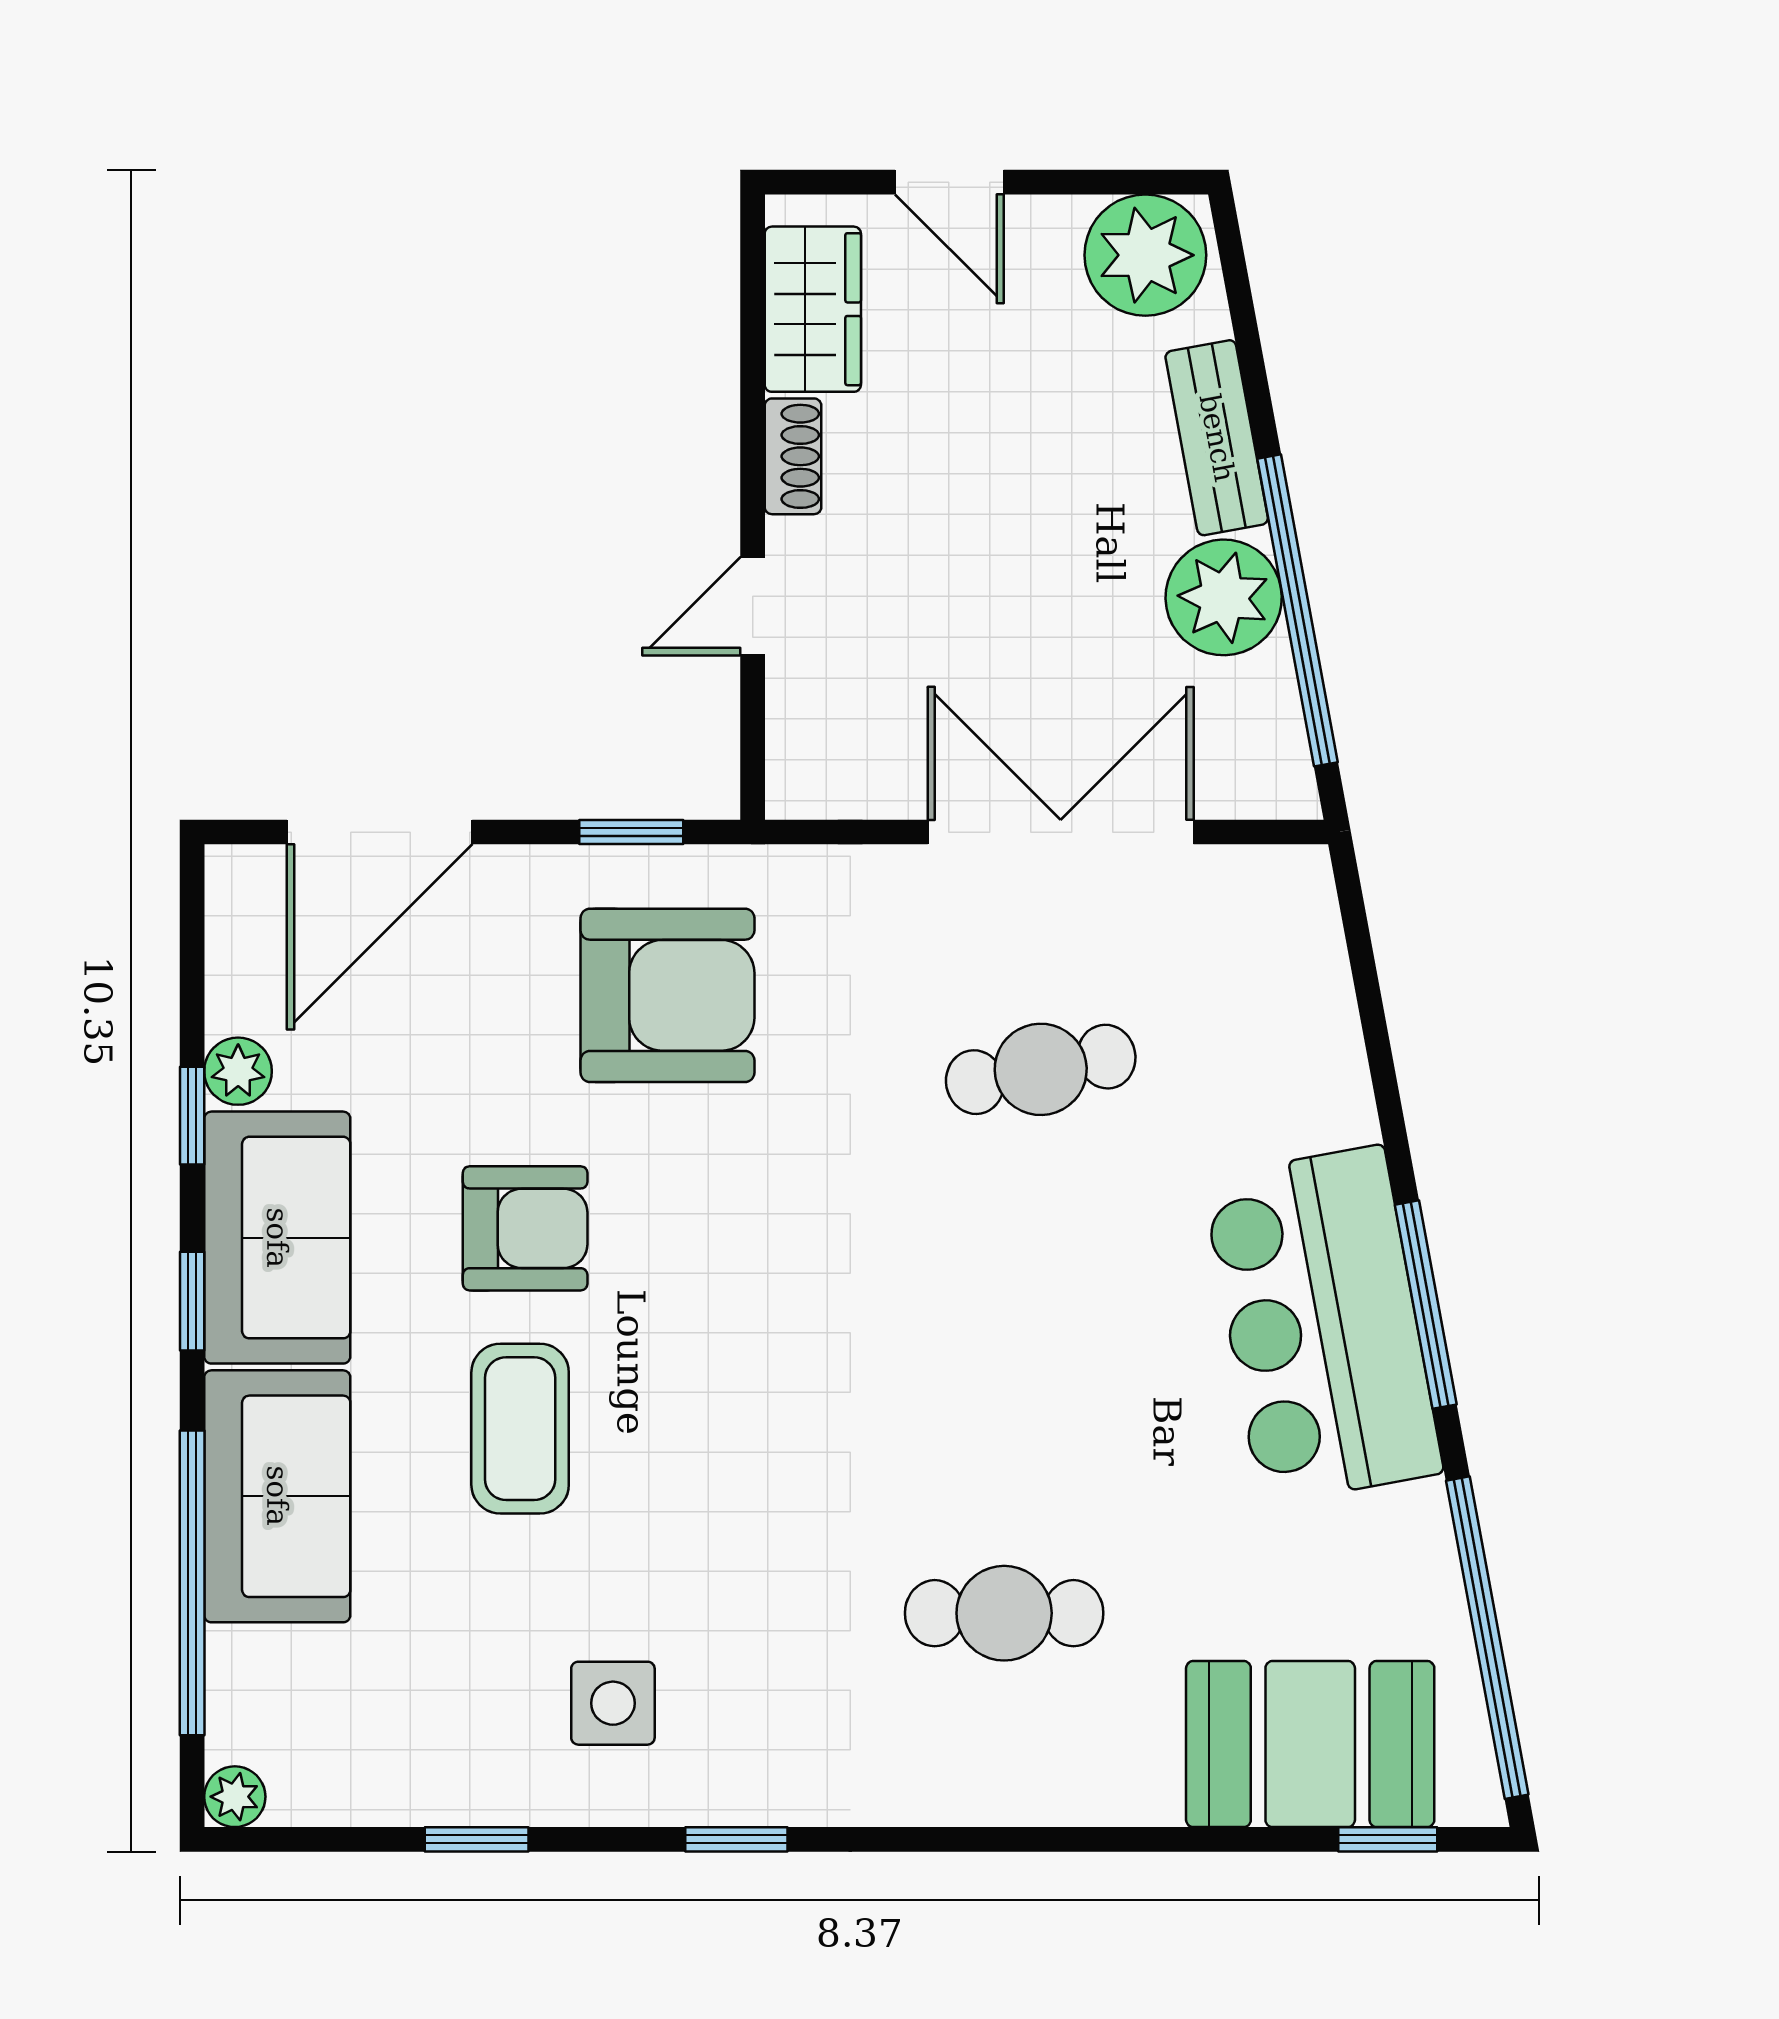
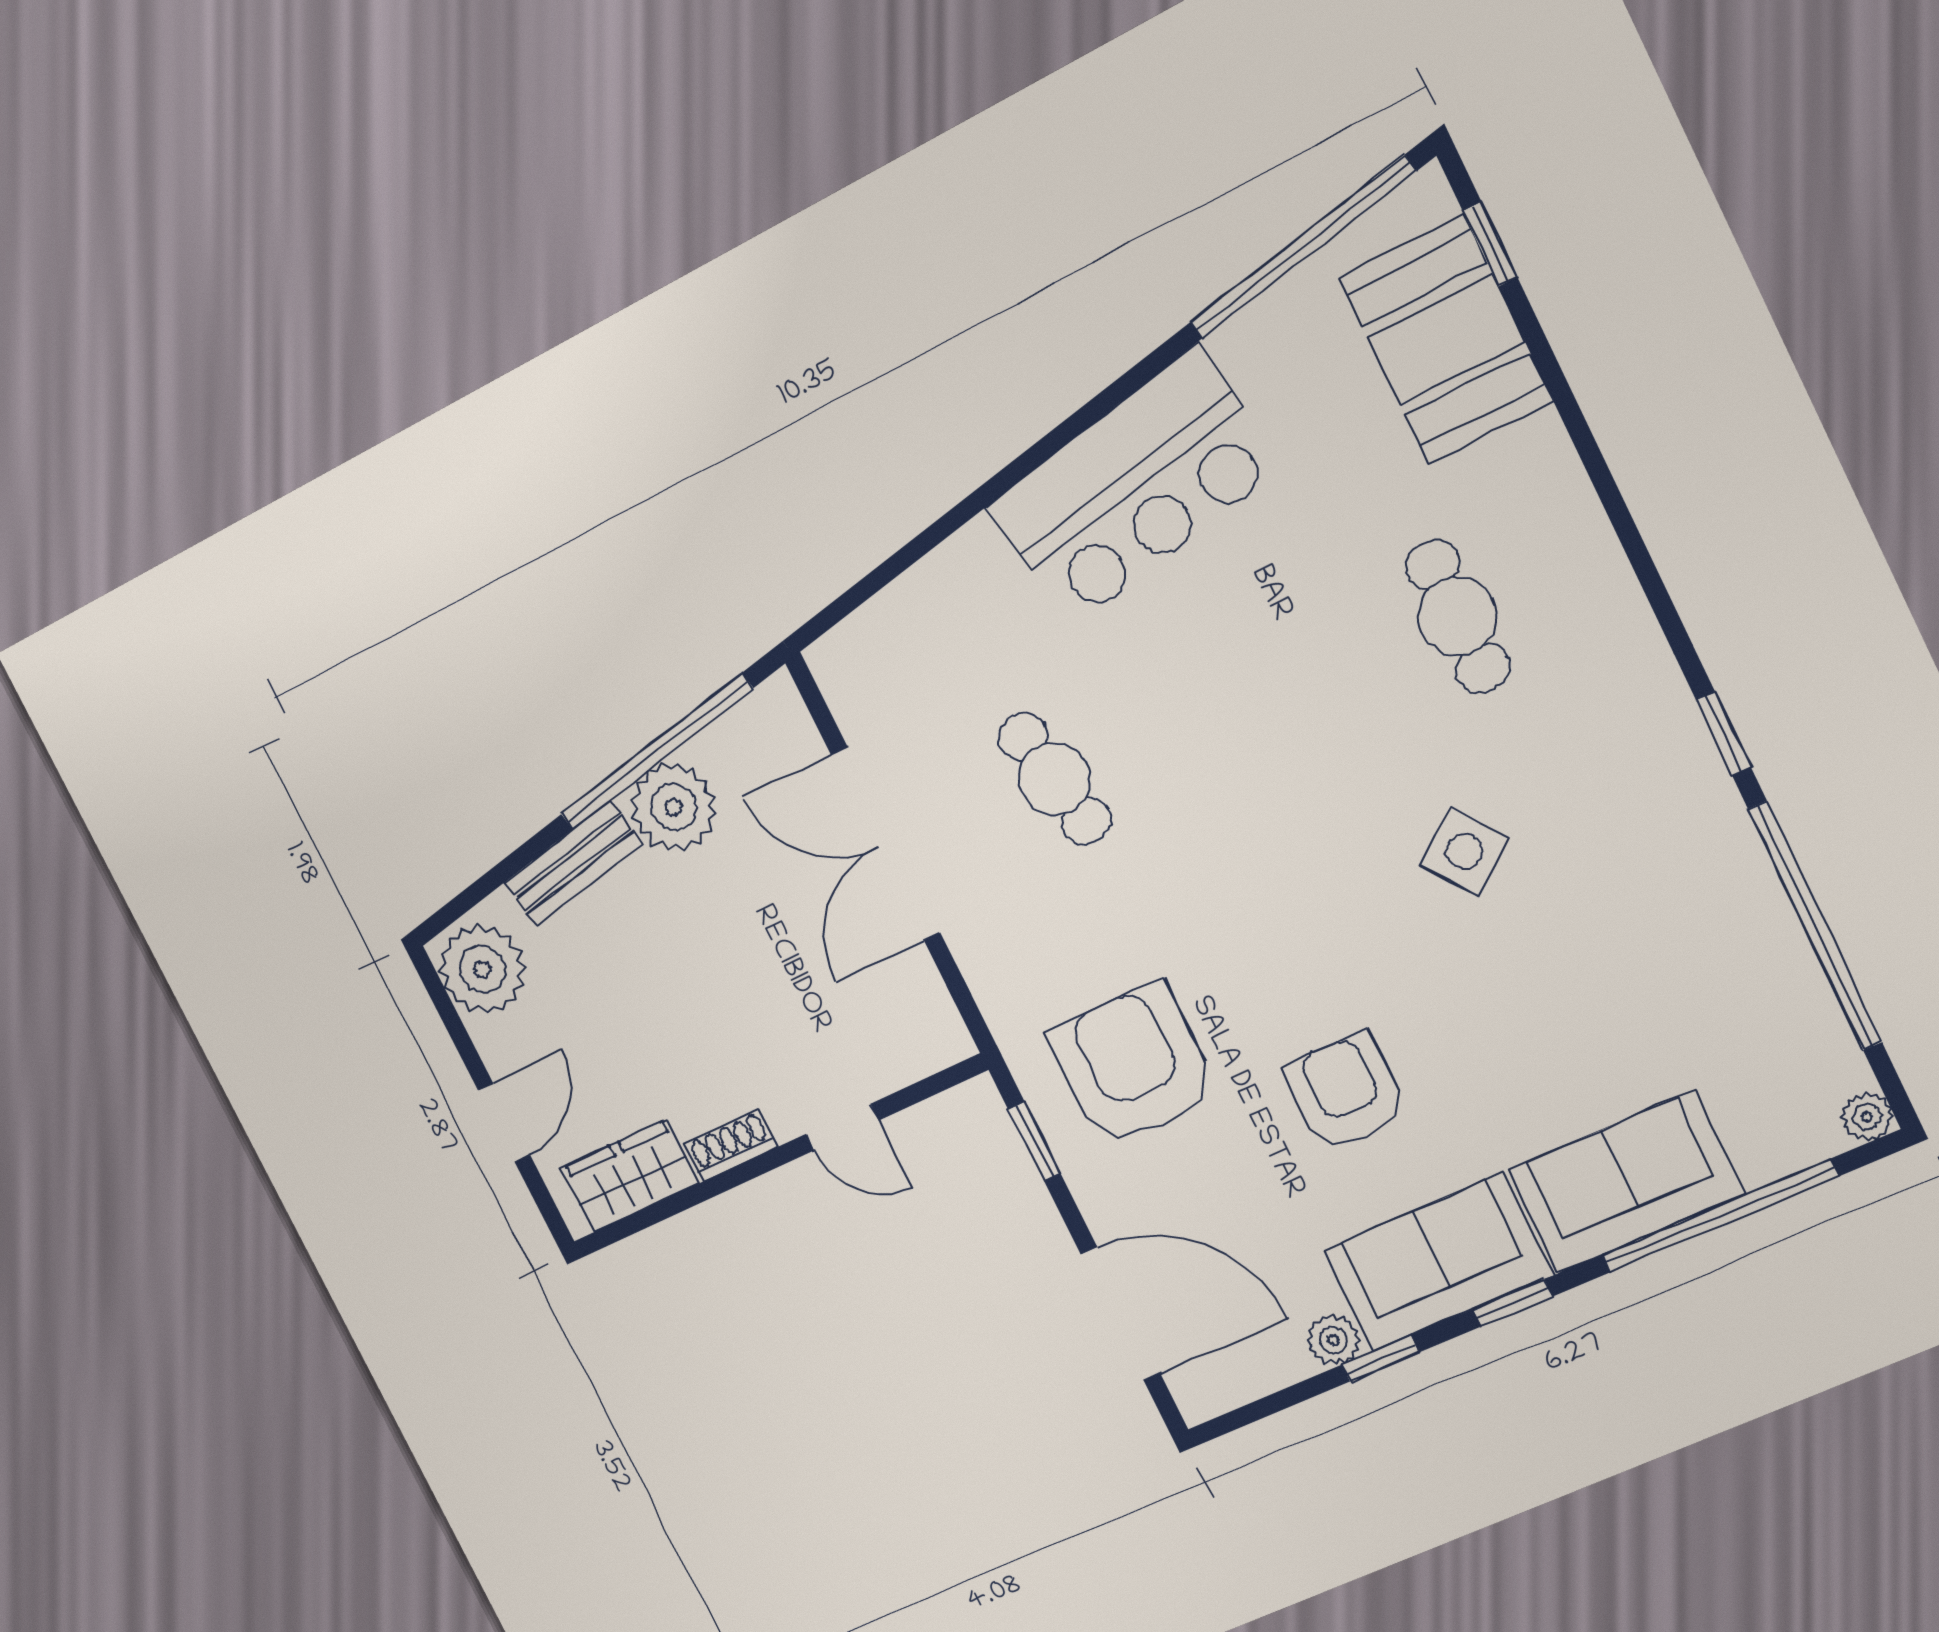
window: (1426, 1305) -> (1083, 419), removed
coffee table: (520, 1429) -> (1492, 1031), removed
side table: (613, 1703) -> (1464, 852), moved, turned -37
window: (477, 1839) -> (1815, 926), width x3.17

